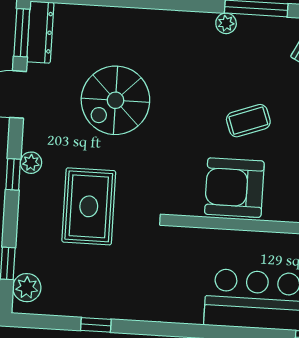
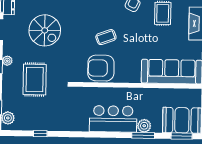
spiral stairs: (115, 100) -> (45, 30), turned -90

